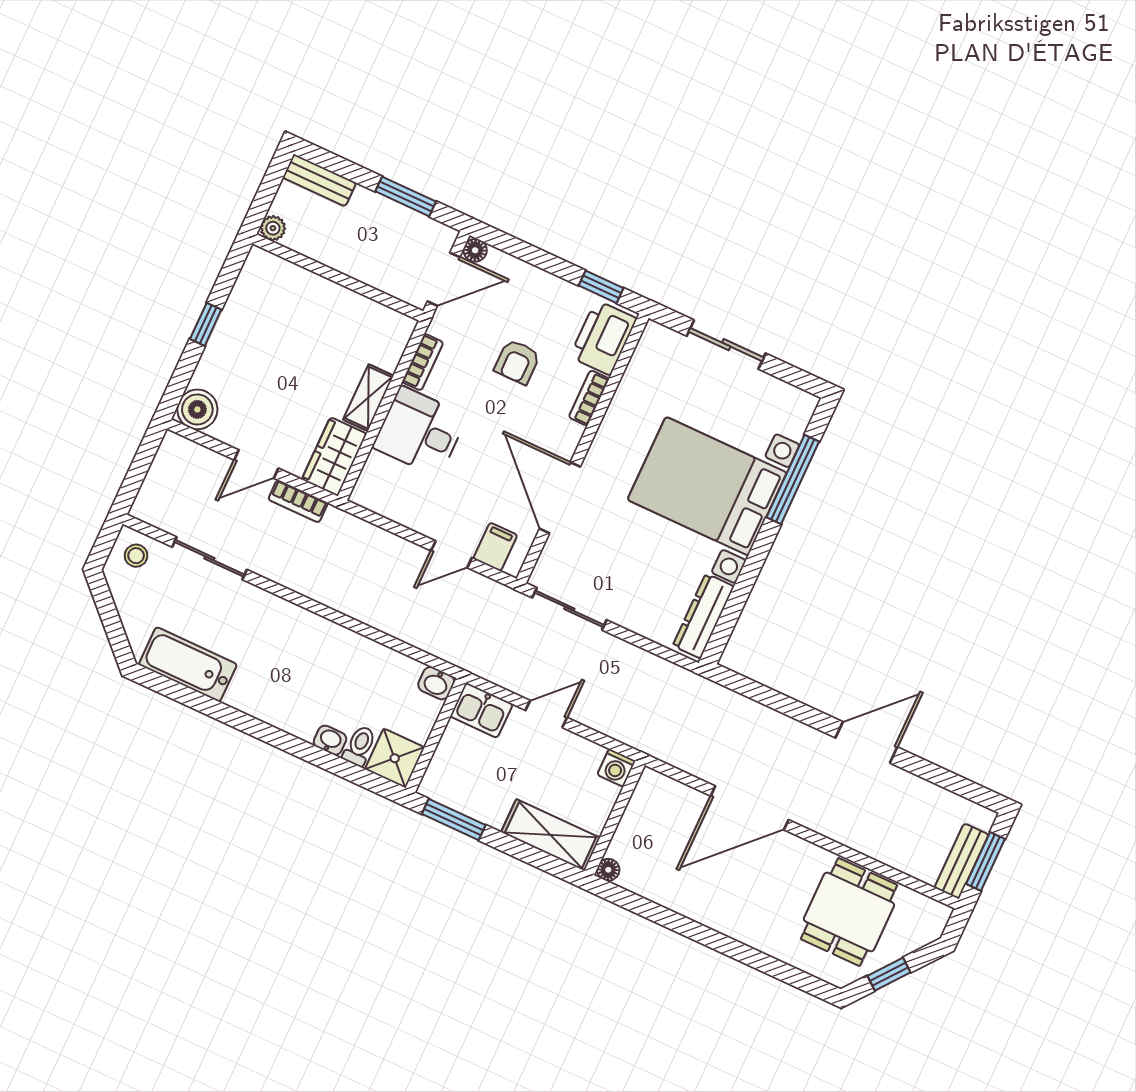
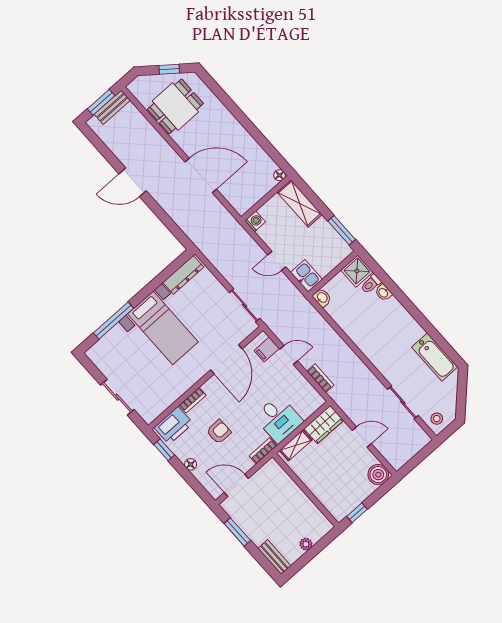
floor lamp: (475, 250) -> (191, 464), moved
wall: (338, 277) -> (306, 490), moved
bed with nightstands: (707, 486) -> (163, 328), width x0.73
bookcase: (298, 501) -> (320, 378), moved

